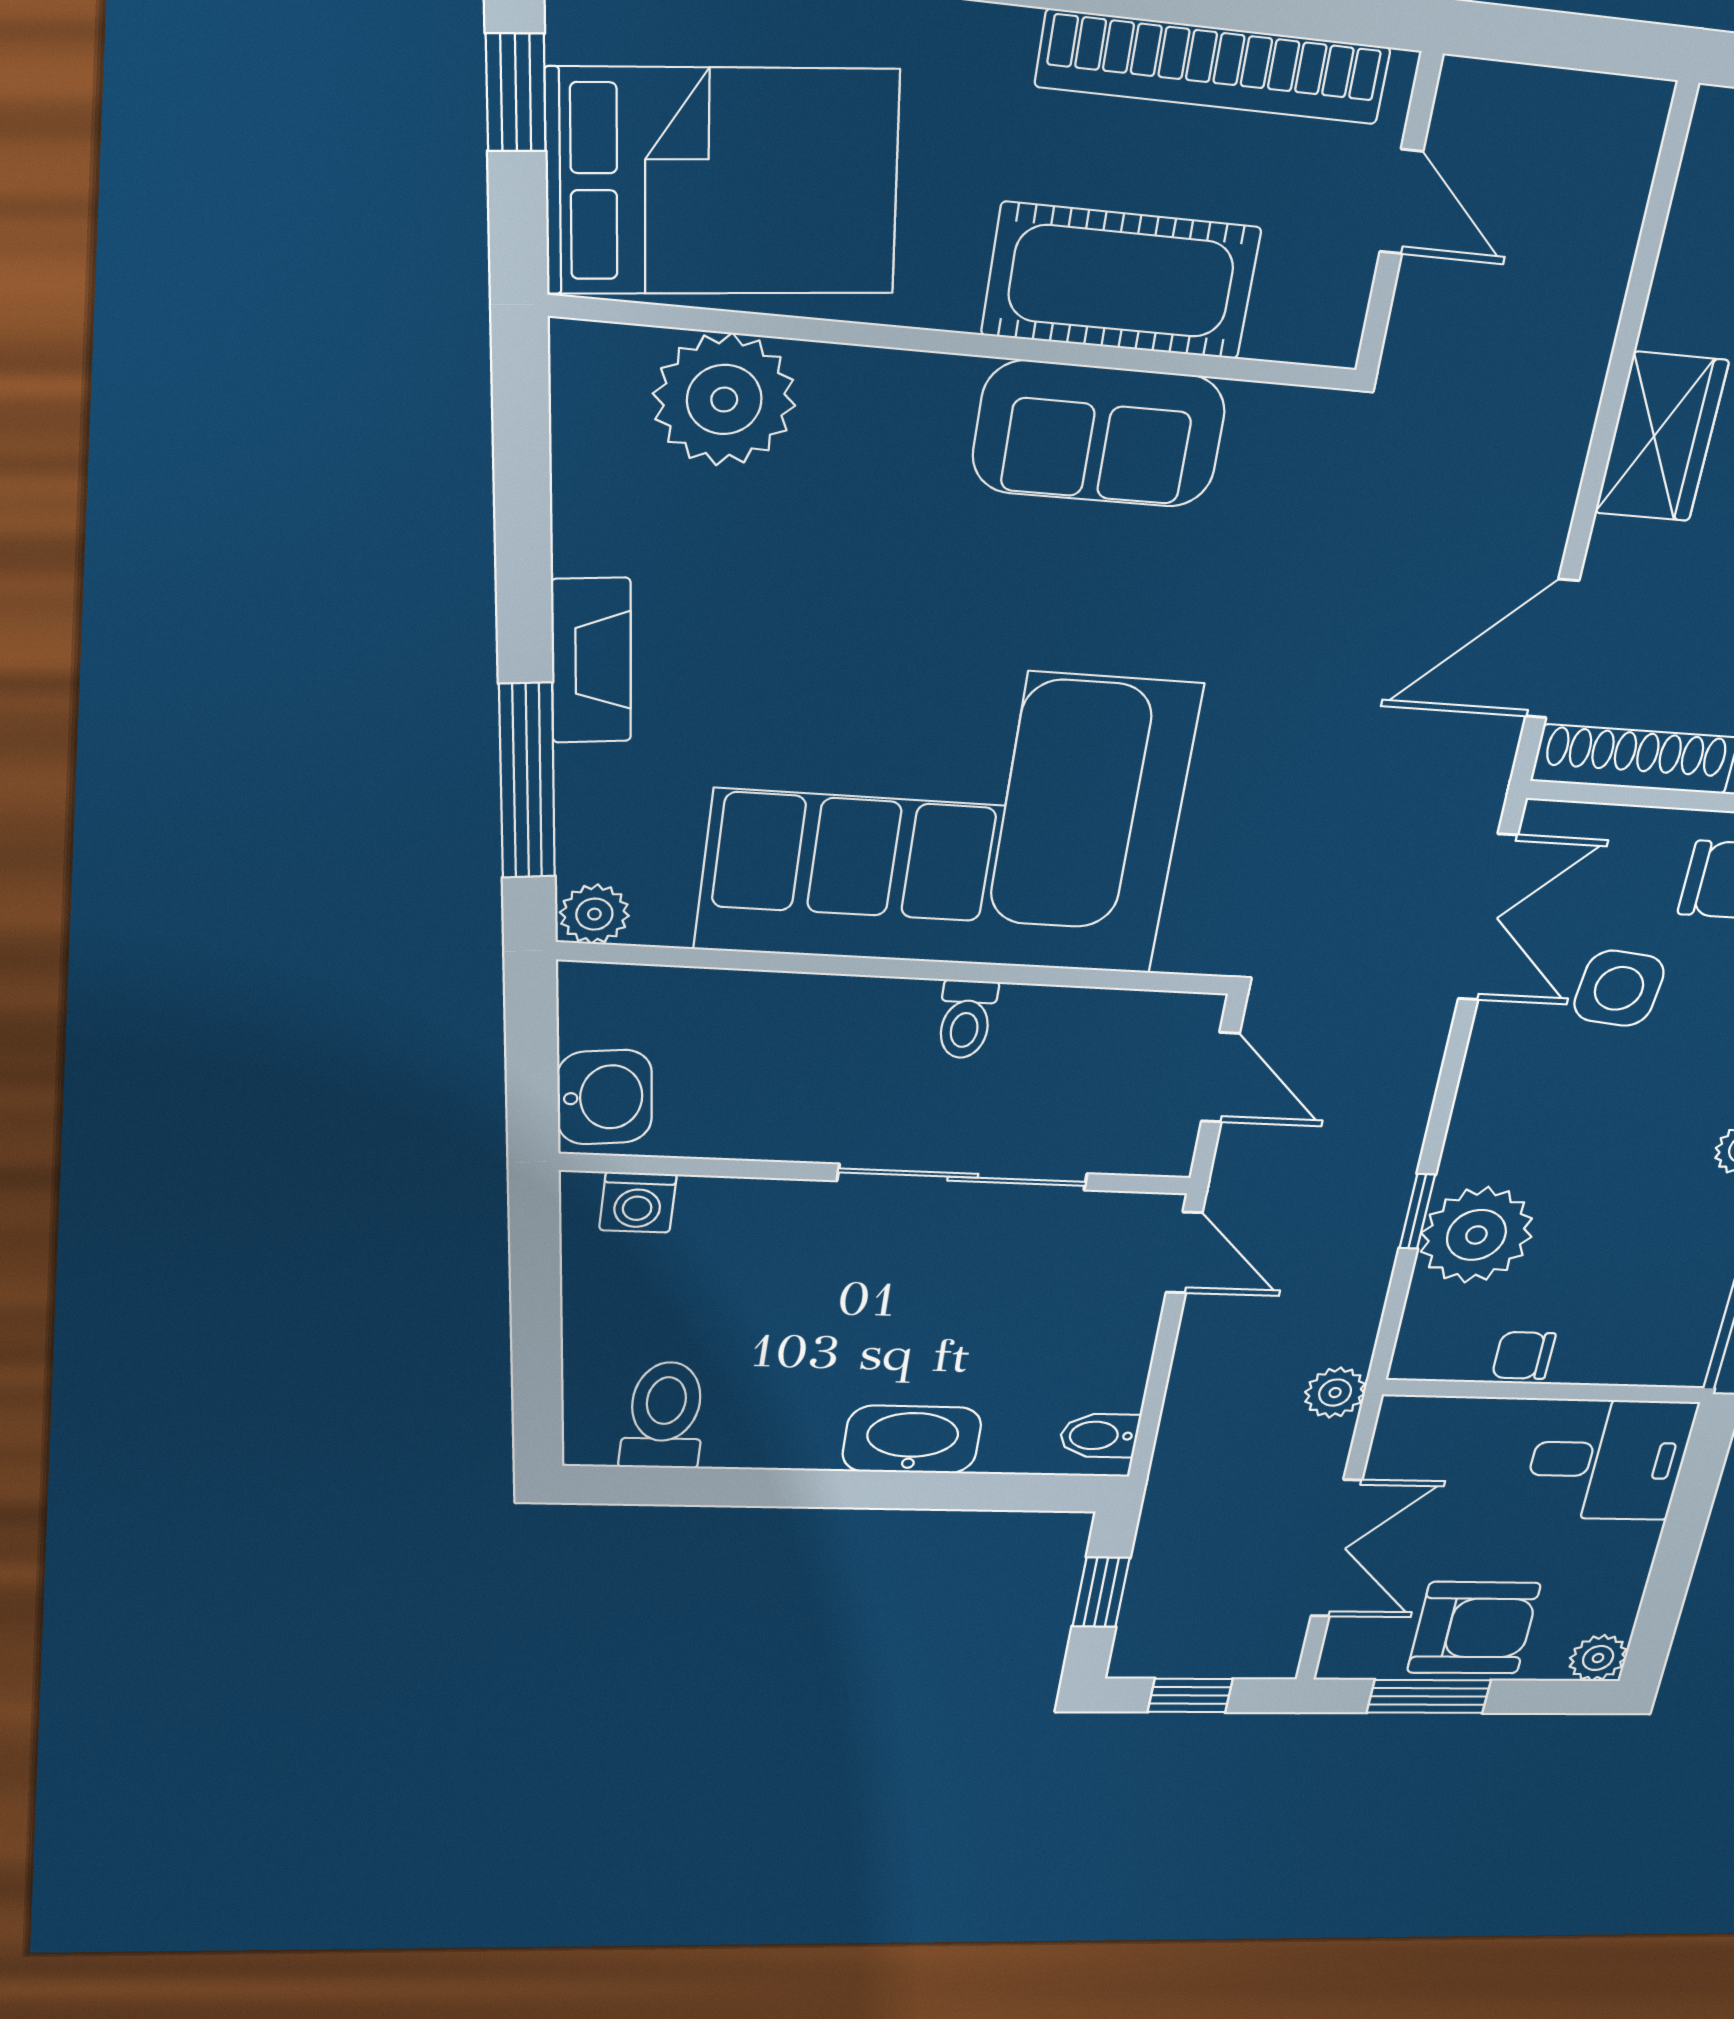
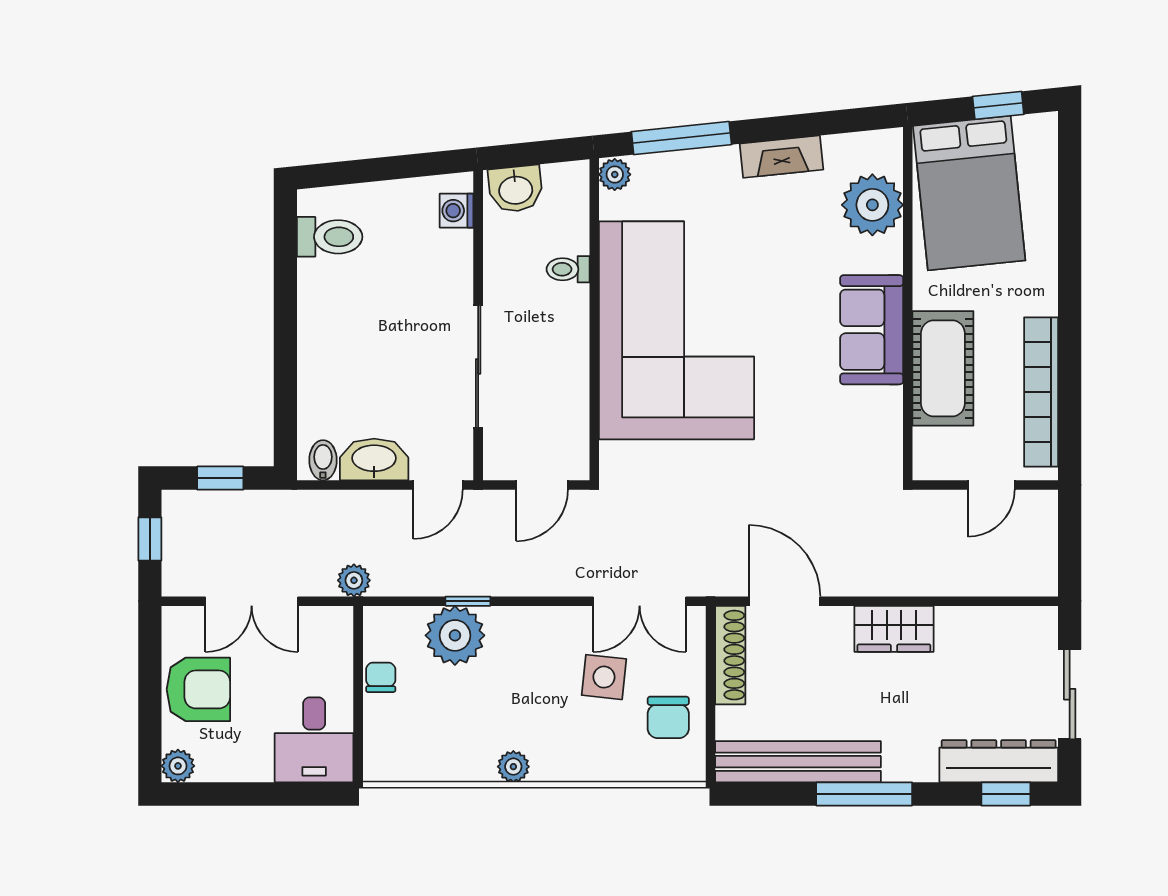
sofa: (1099, 434) -> (872, 330), moved
fireplace: (591, 661) -> (781, 157), moved
toilet: (966, 1019) -> (568, 269), moved
washbasin: (912, 1440) -> (374, 459), moved, turned -90
armchair: (1474, 1628) -> (198, 689), turned -90
window: (1429, 1696) -> (150, 674), removed

